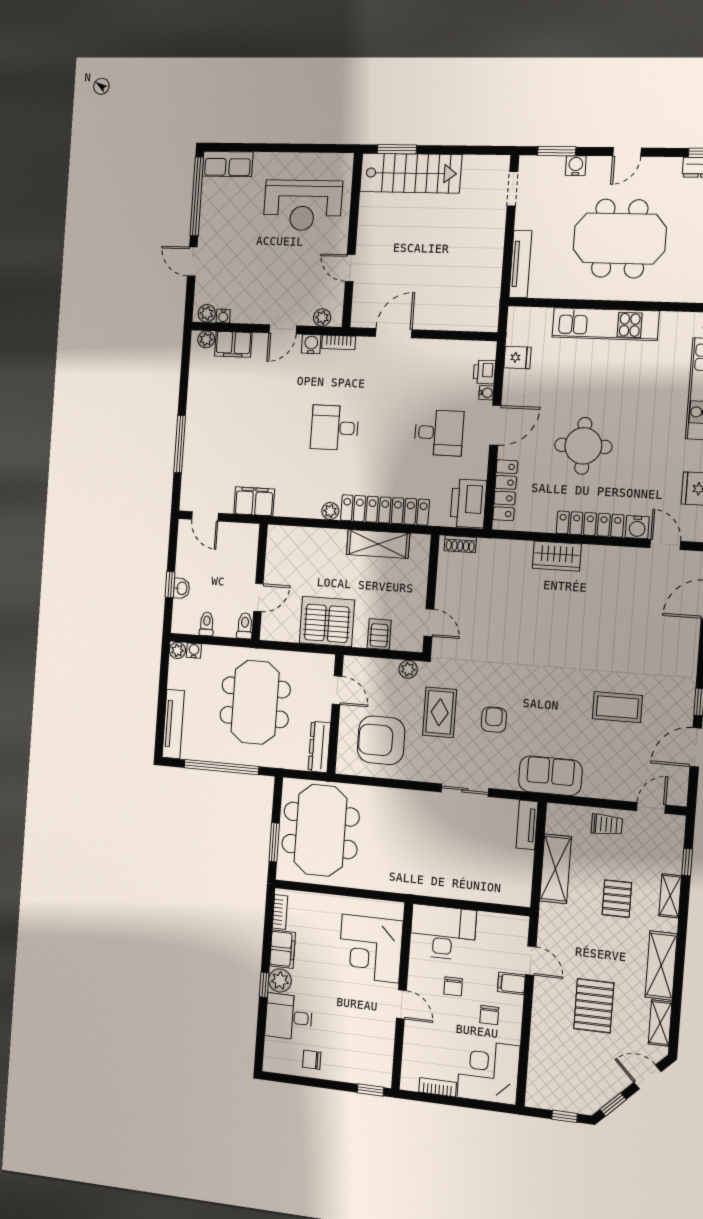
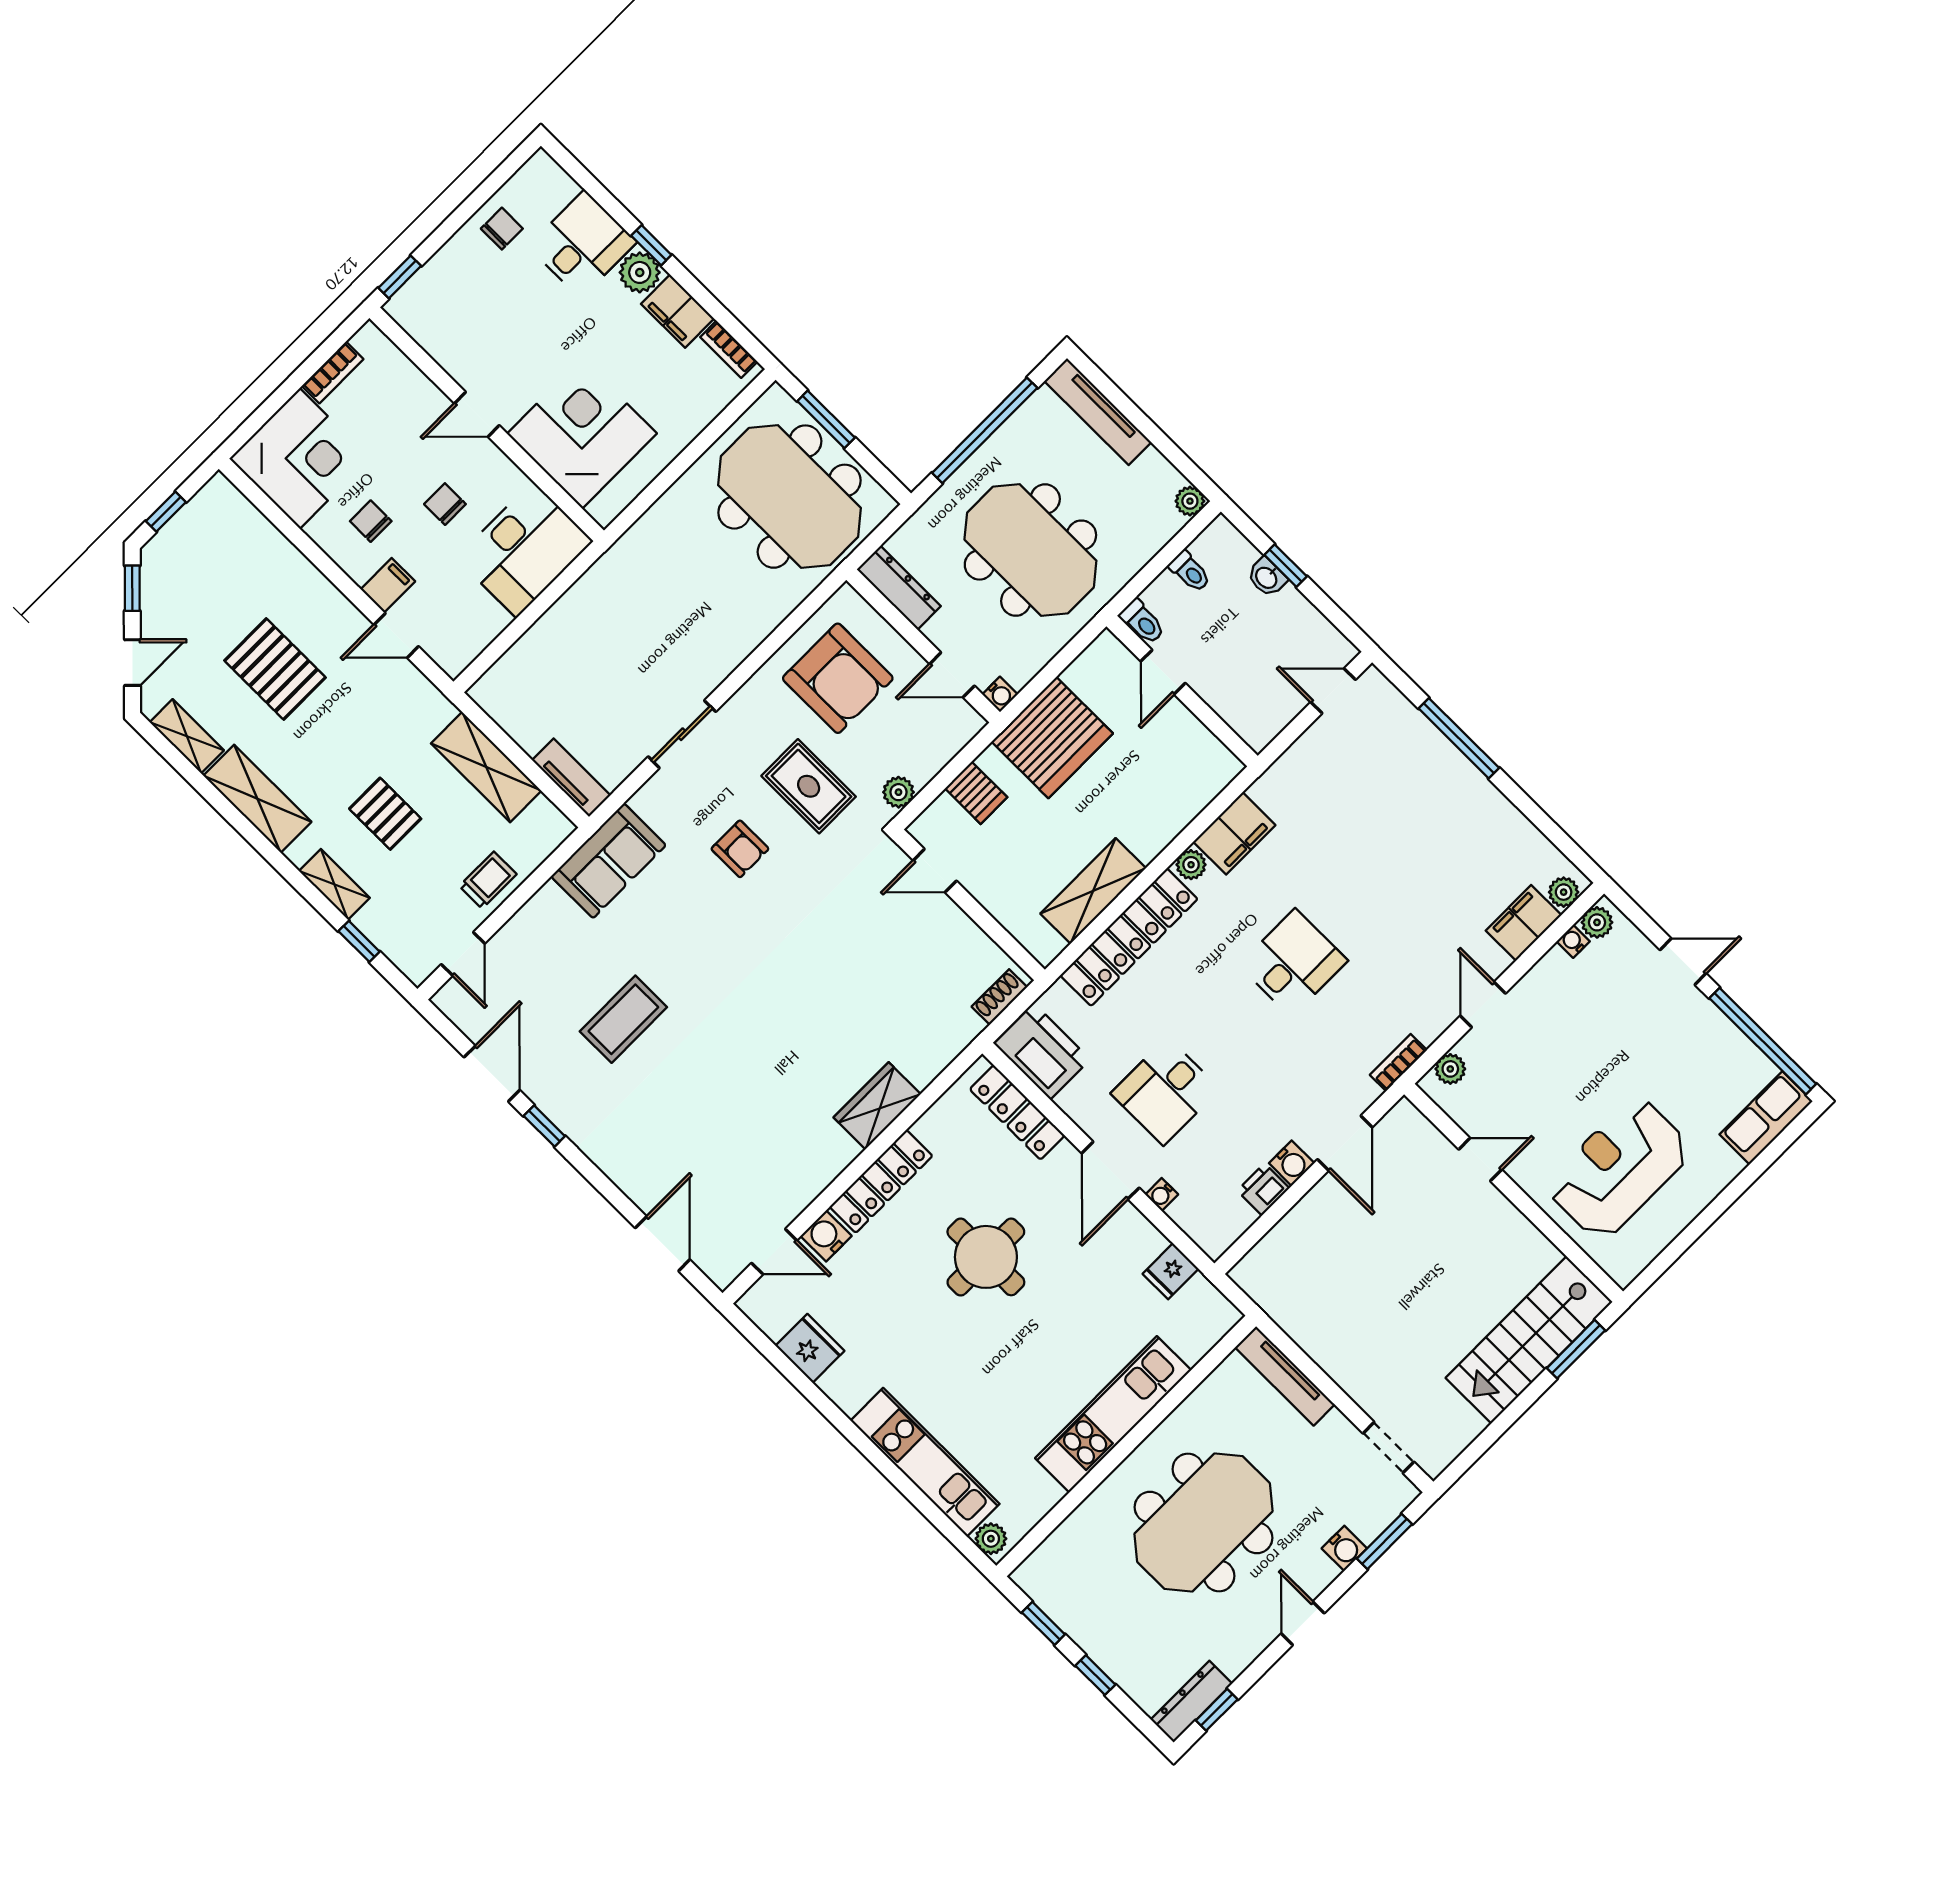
water cooler: (311, 344) -> (1292, 1163), moved
printer: (484, 372) -> (1263, 1189), moved, turned -90
filing cabinet: (254, 501) -> (1234, 833), moved
water cooler: (194, 651) -> (1000, 694), moved
armchair: (381, 740) -> (838, 678), turned 90
trolley: (607, 825) -> (488, 880), turned 180

